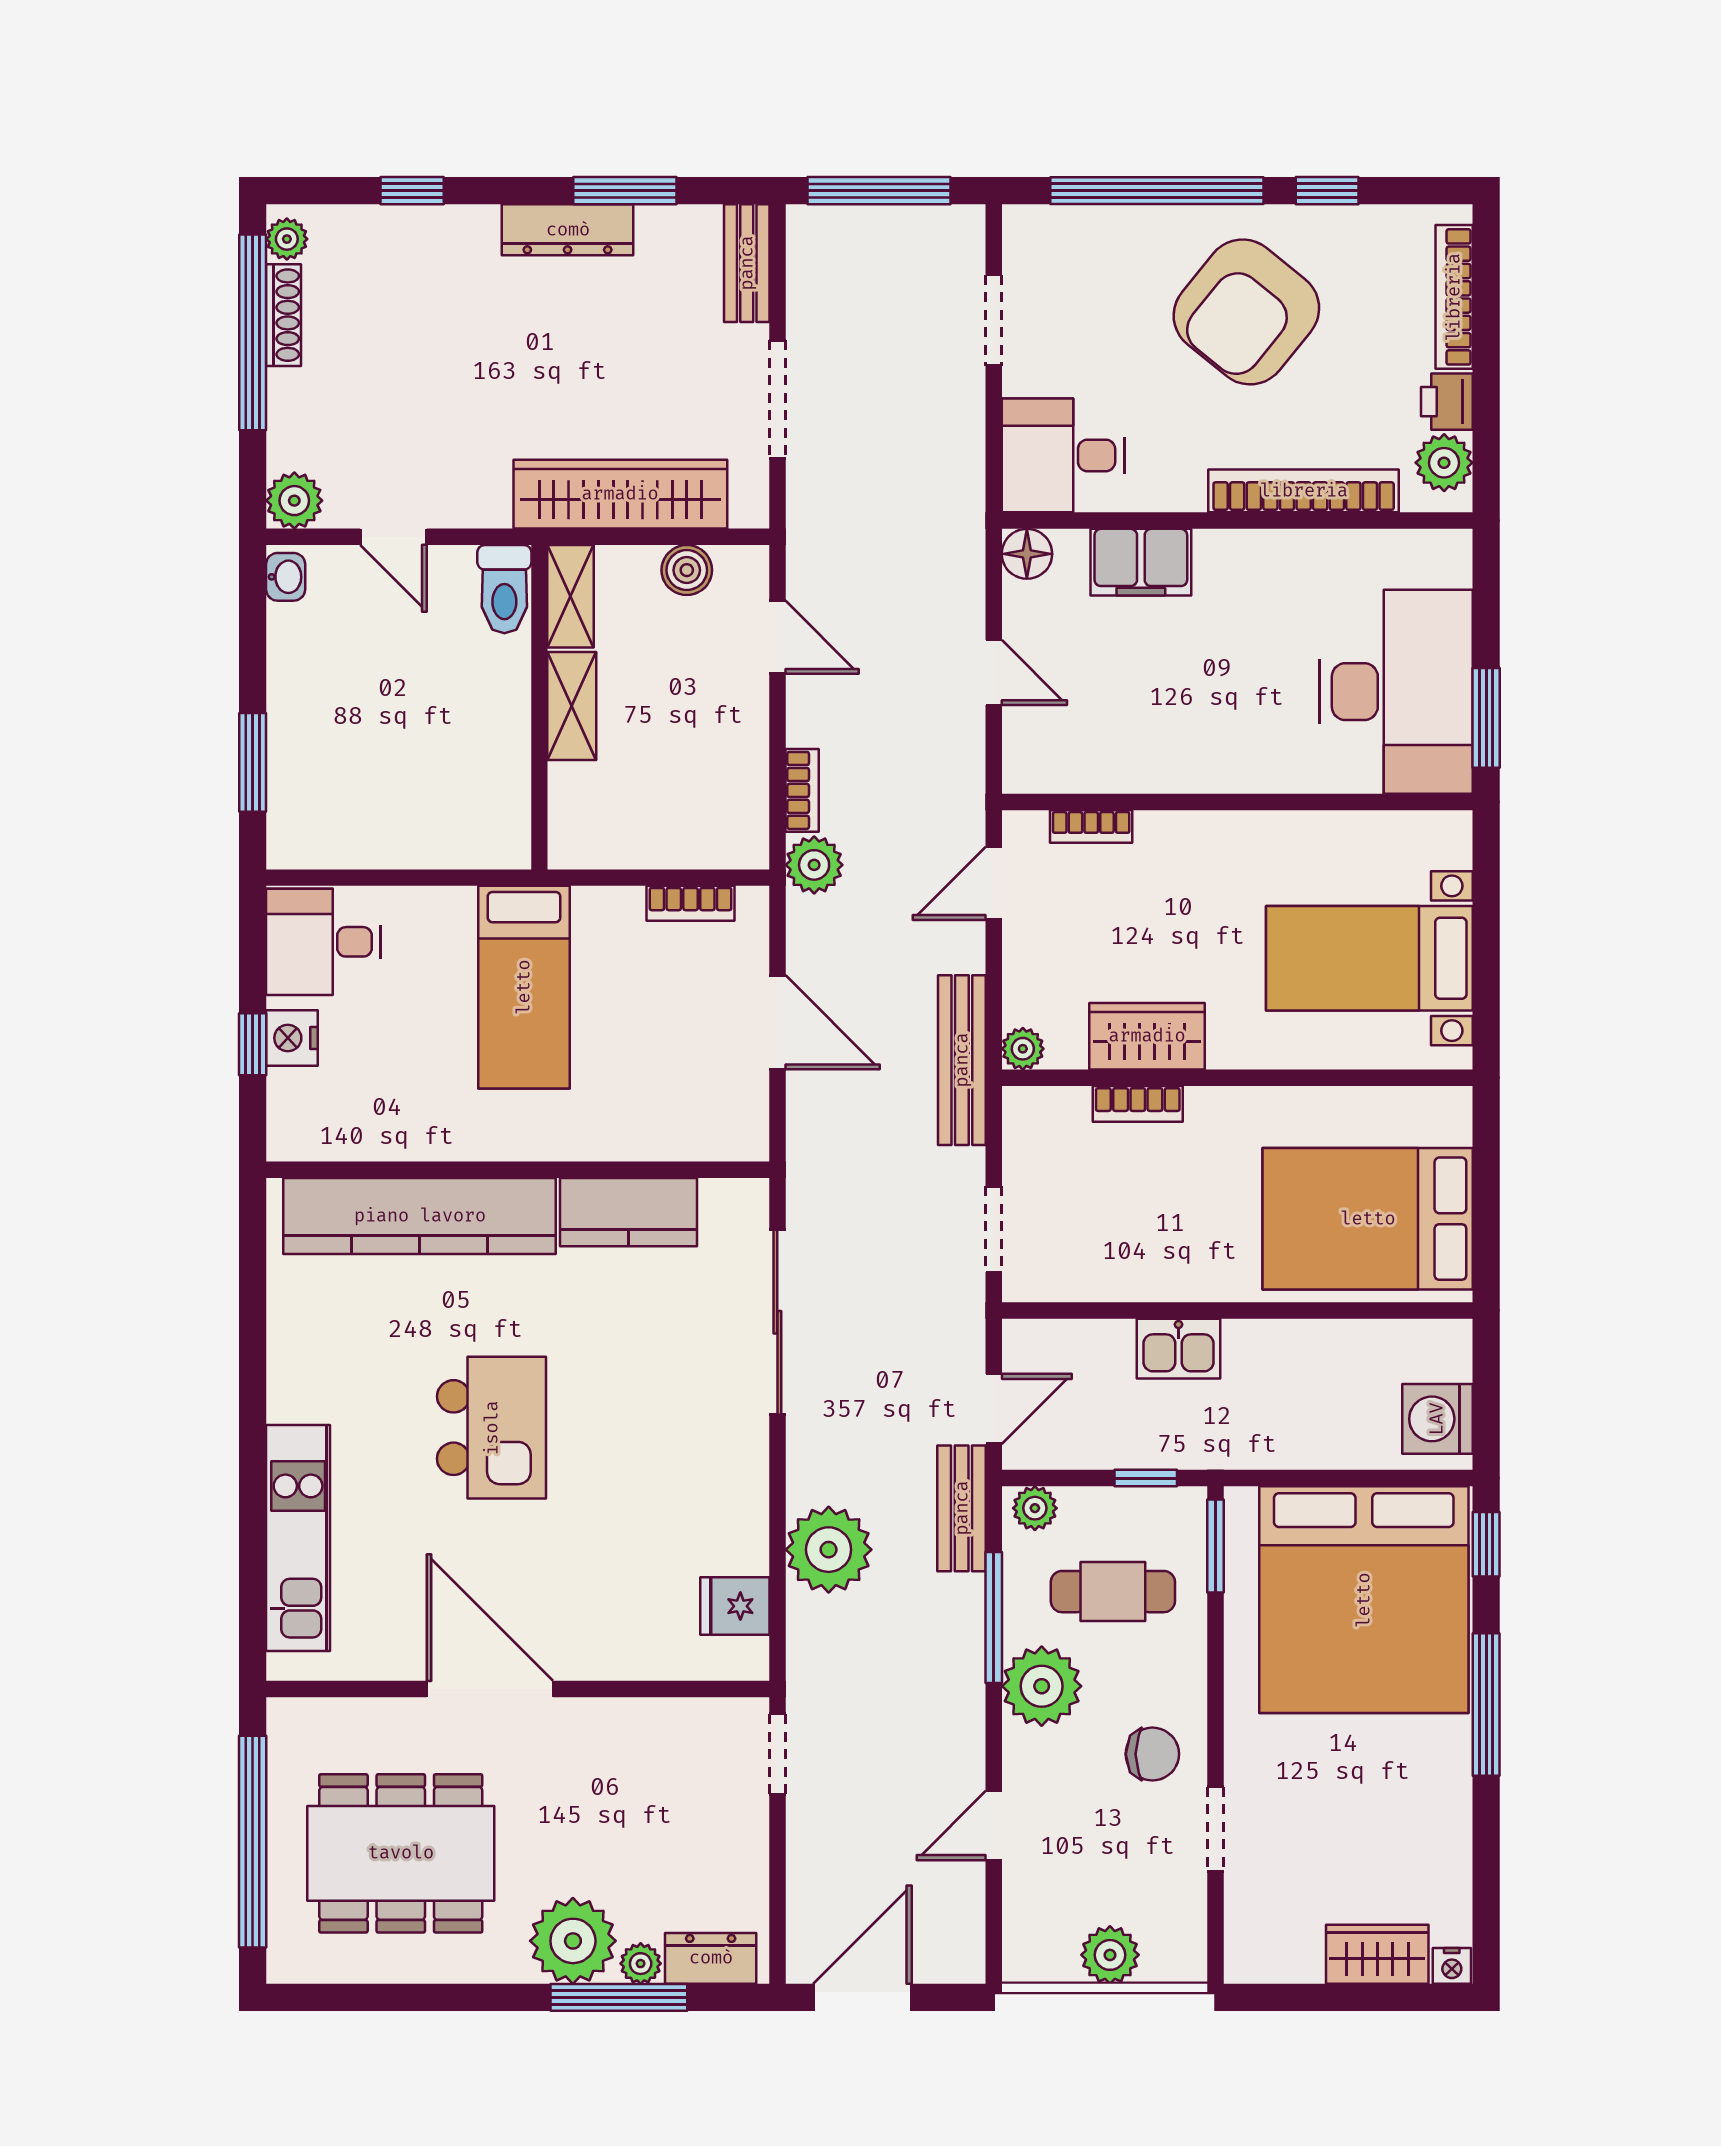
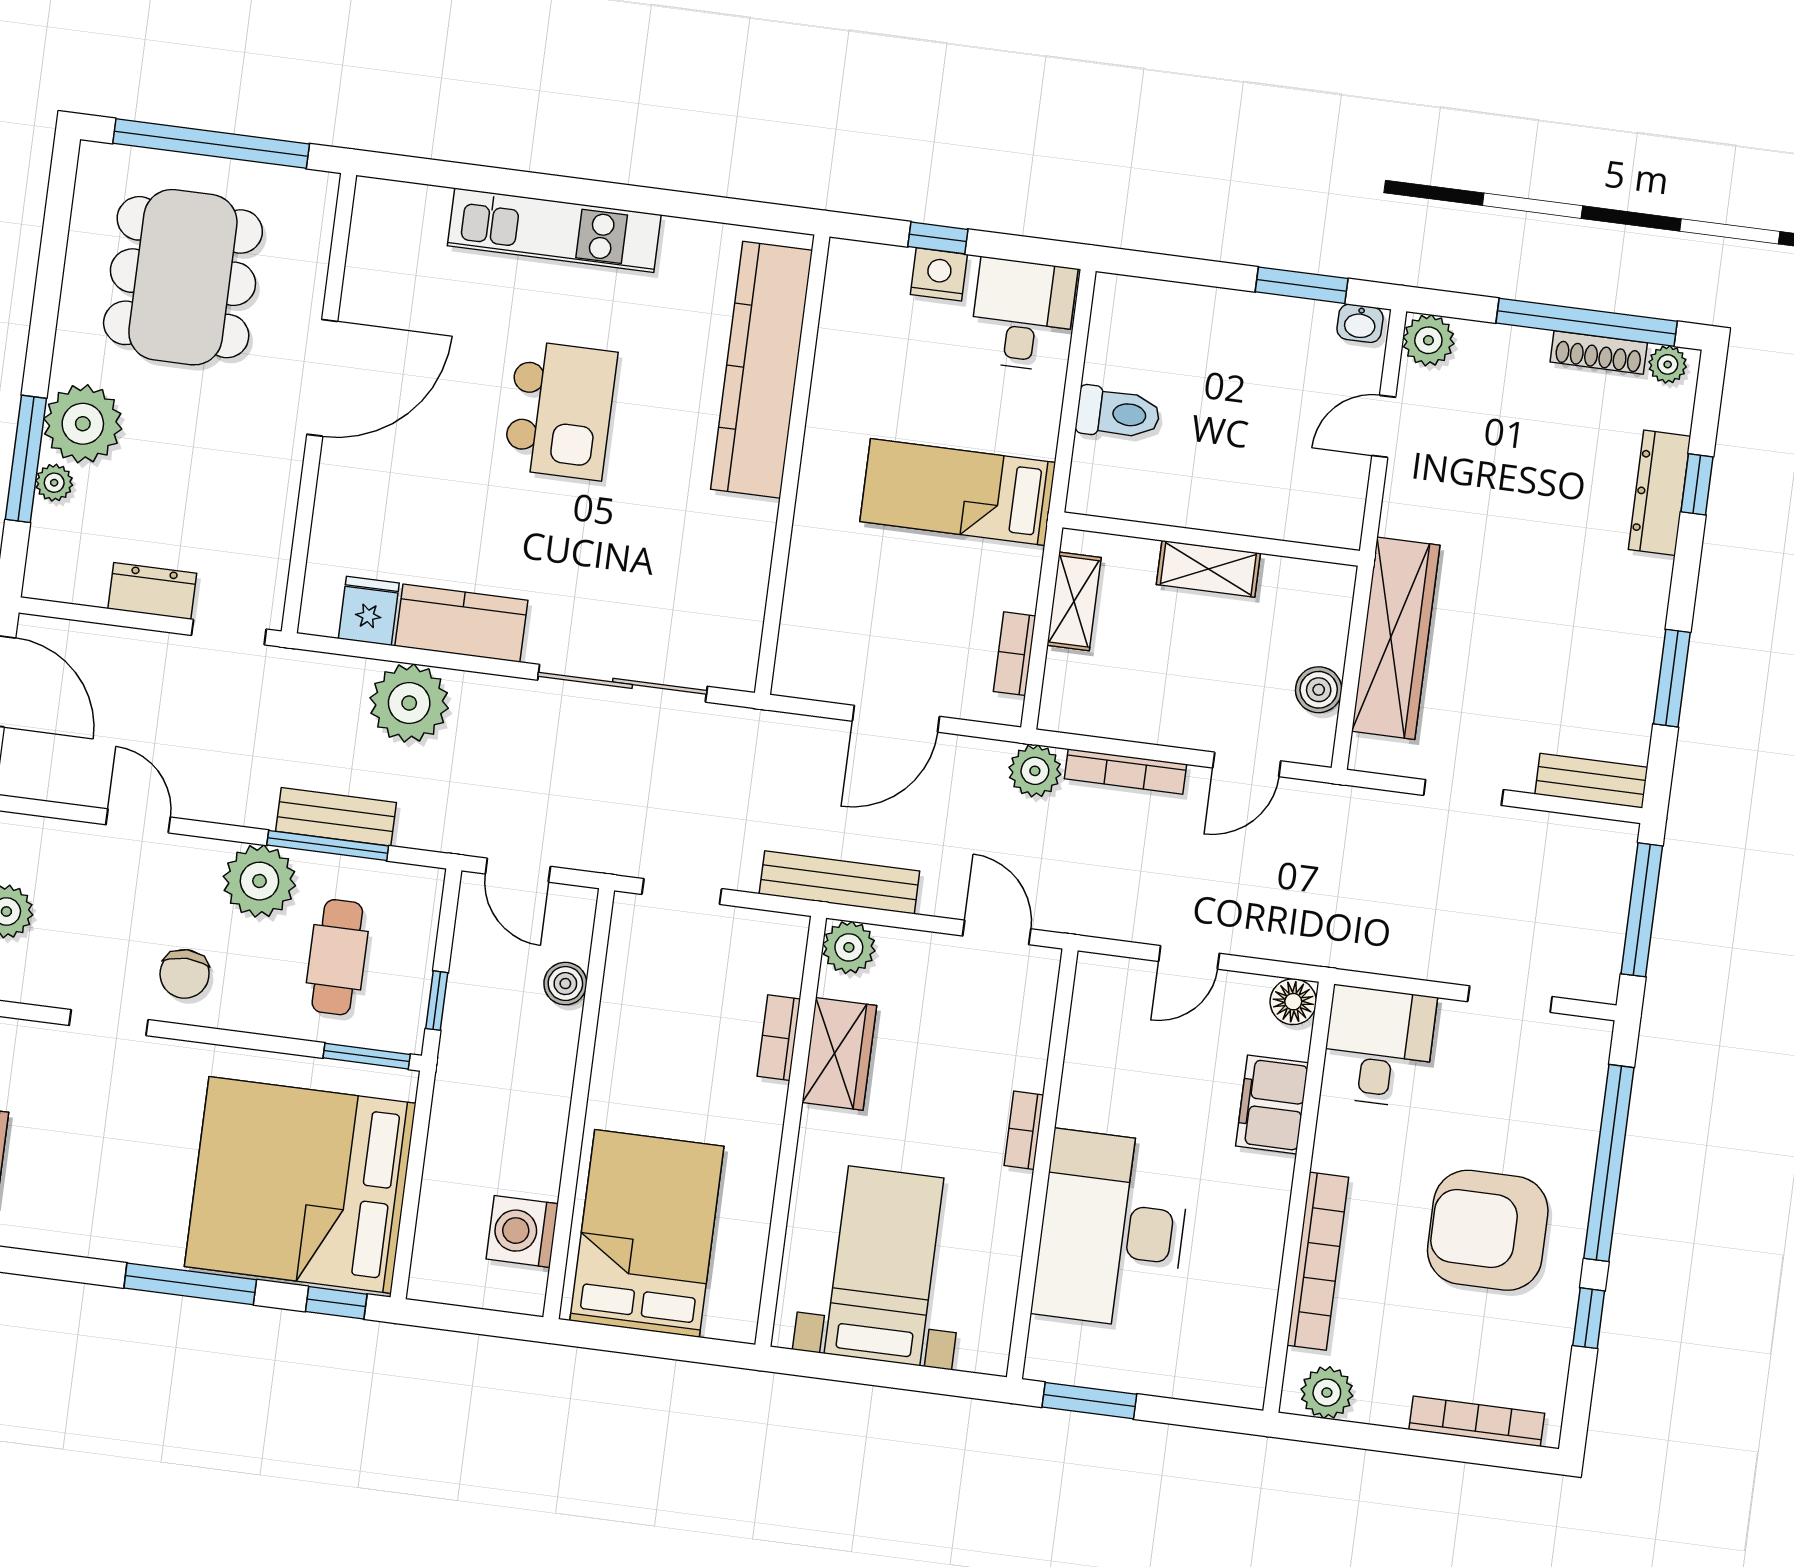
dresser: (568, 230) -> (1660, 493), moved
armchair: (1246, 312) -> (1488, 1230), turned -39
doorway: (777, 399) -> (1463, 792), width x0.73
printer: (1447, 402) -> (1382, 1402), removed
toilet: (504, 589) -> (1118, 413), moved, turned 180
shelving: (571, 596) -> (1074, 601), moved, turned 90
desk: (1396, 692) -> (1112, 1230), moved, turned 90
window: (253, 762) -> (1302, 285), moved
bookcase: (802, 790) -> (1125, 772), width x1.56
bookcase: (1091, 826) -> (1024, 1130), moved
plant: (1023, 1049) -> (849, 947), width x1.38, depth x1.38
kitchen counter: (628, 1212) -> (461, 623), moved, turned 90
boiler: (1109, 1342) -> (565, 984), added
kitchen sink: (1178, 1349) -> (551, 1046), removed
washing machine: (1437, 1419) -> (522, 1231), moved, turned -90
kitchen island: (492, 1428) -> (560, 410), turned -90
bench: (962, 1508) -> (336, 817), moved
plant: (1035, 1508) -> (423, 896), removed
kitchen unit: (298, 1538) -> (554, 230), moved
dresser: (711, 1958) -> (152, 591), moved, turned -90

